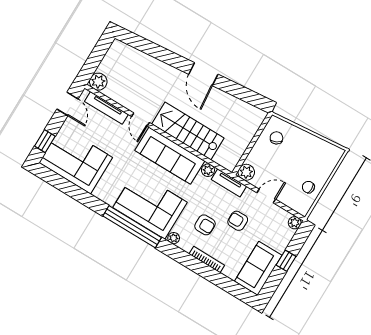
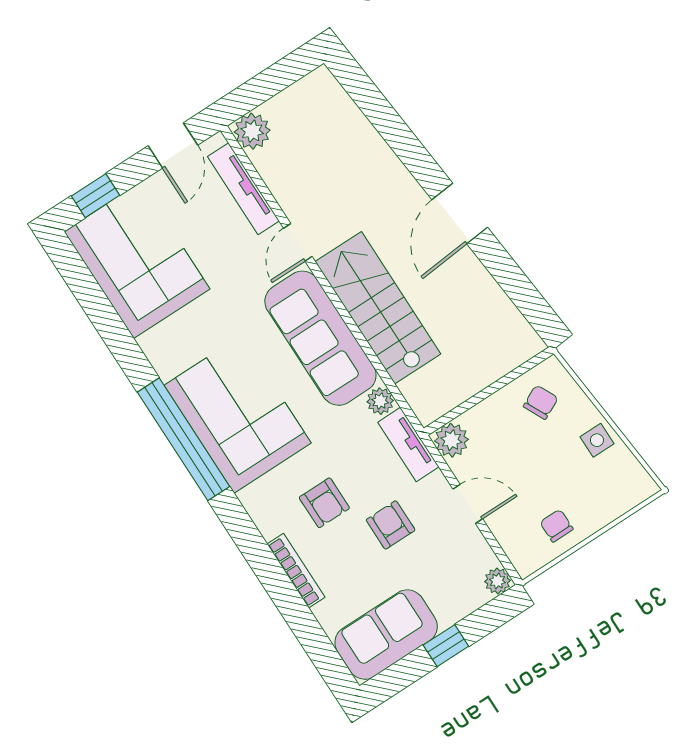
side table: (308, 142) -> (597, 440), added
plant: (174, 238) -> (252, 499), removed

